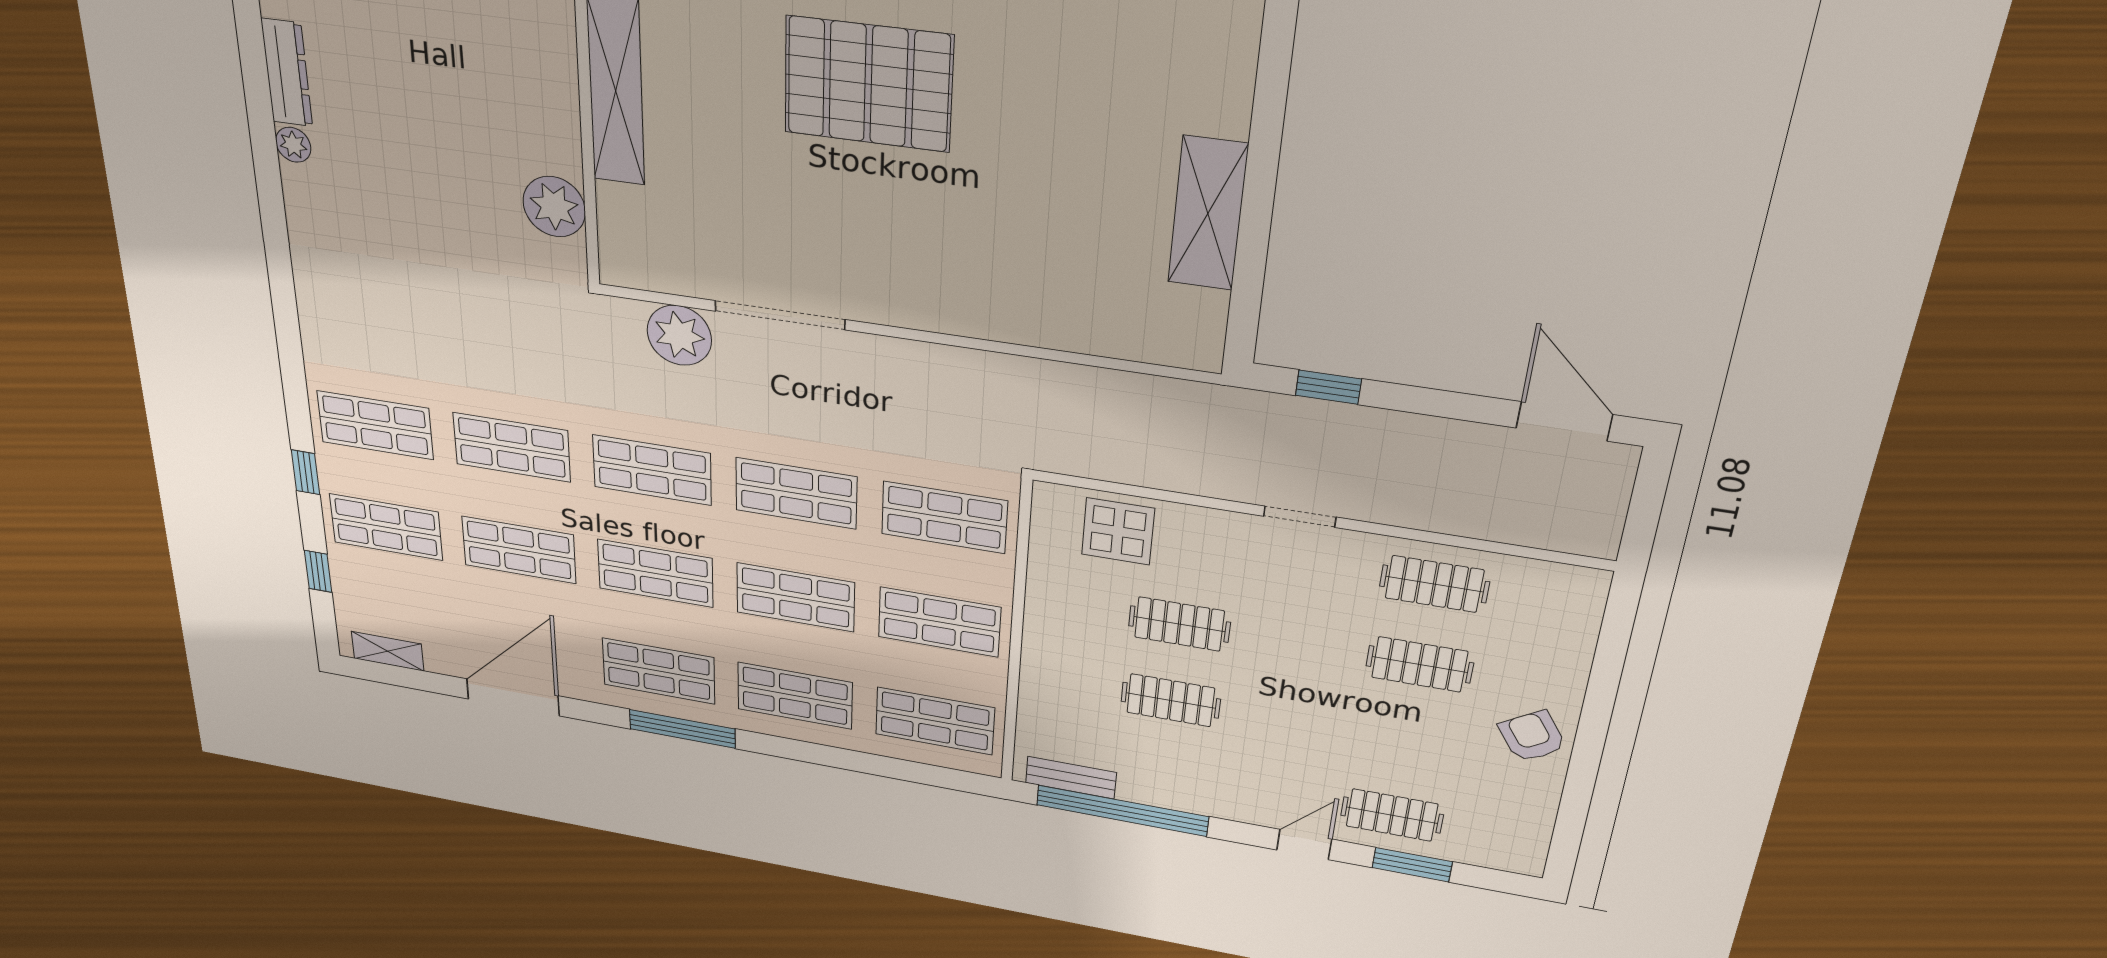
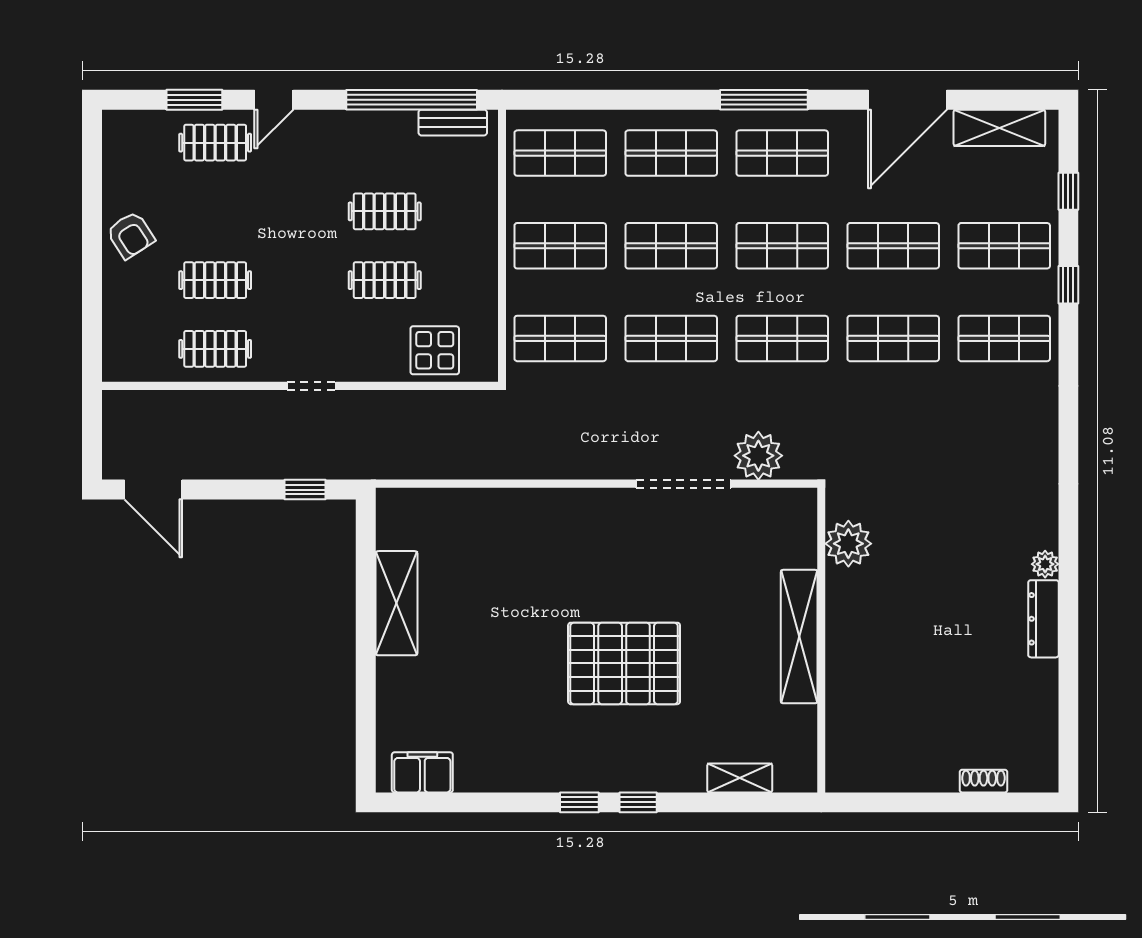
shelving: (388, 651) -> (999, 128), width x1.50, depth x1.33

